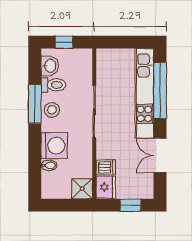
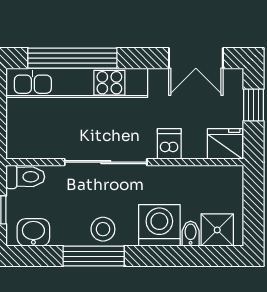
toilet: (53, 85) -> (25, 177), moved, turned 90
double door: (160, 155) -> (196, 58), moved
dishwasher: (106, 167) -> (169, 144), moved
shower: (82, 189) -> (217, 230), moved

